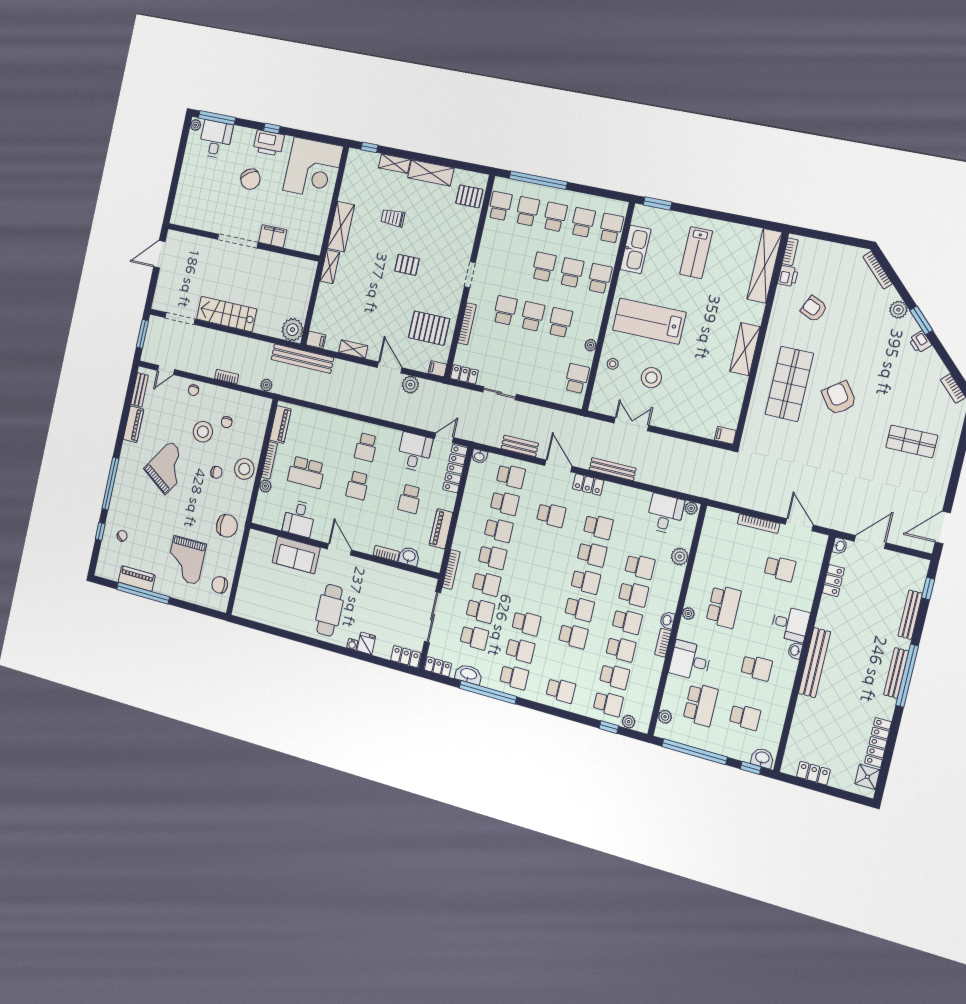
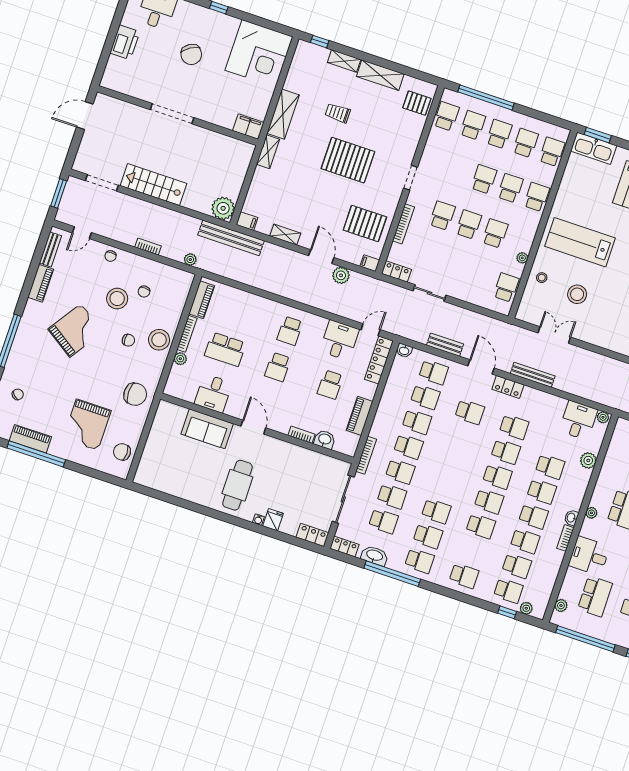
printer: (269, 143) -> (125, 42), moved, turned -90
filing cabinet: (273, 236) -> (248, 127), moved
kitchen sink: (636, 249) -> (594, 148), moved, turned 90
pallet: (407, 265) -> (348, 160), width x2.05, depth x2.00

